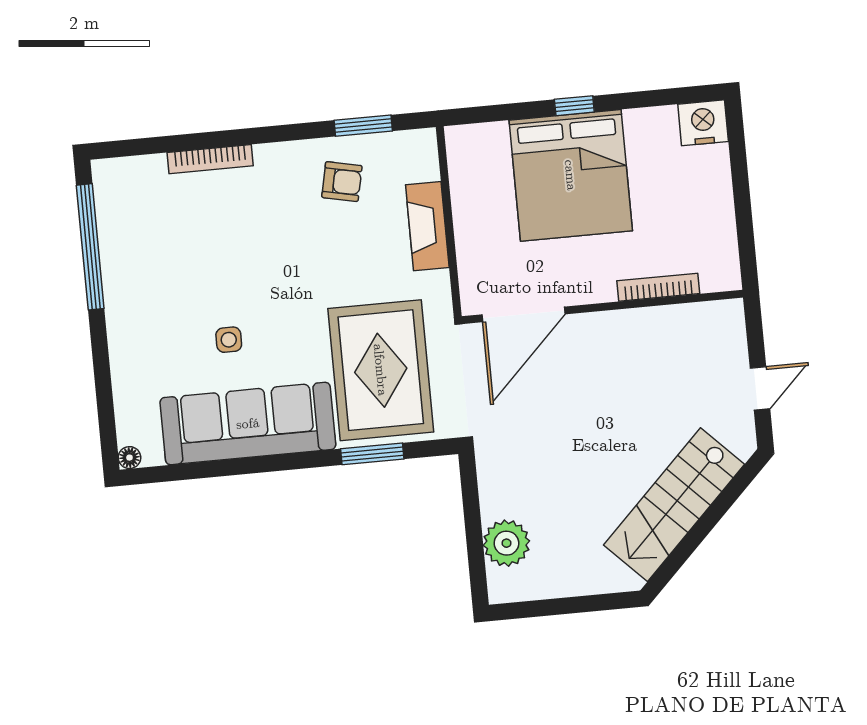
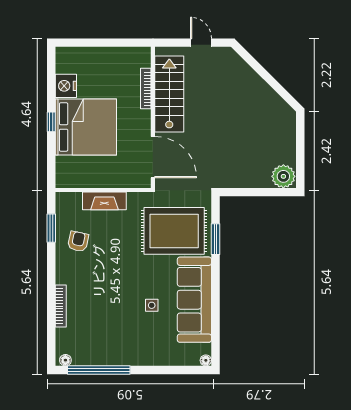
nightstand: (703, 123) -> (66, 86), moved
floor lamp: (104, 179) -> (65, 360), added
stairs: (674, 505) -> (169, 94), moved, turned -135
plant: (506, 543) -> (283, 176), moved

